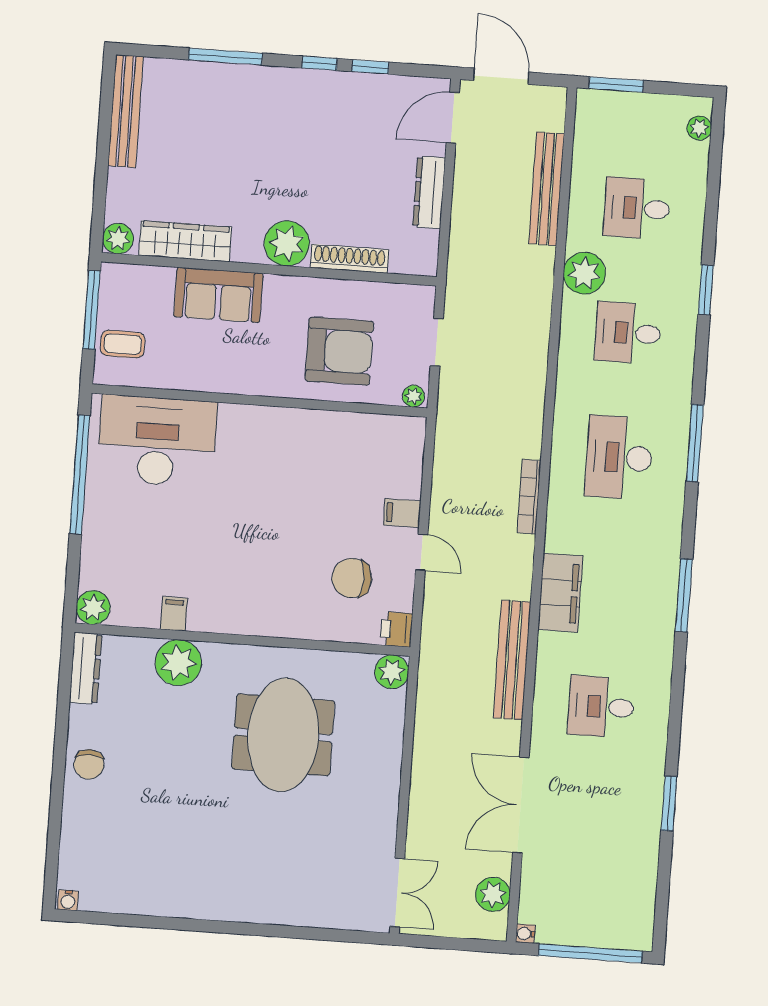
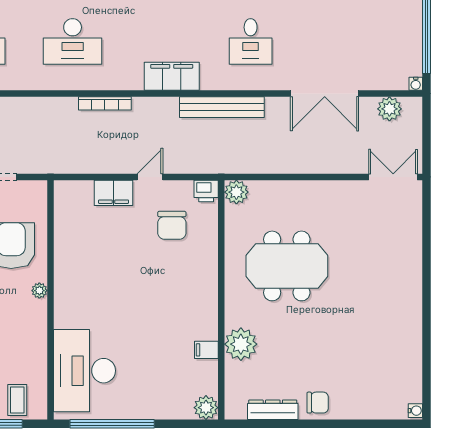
plant: (414, 396) -> (39, 291), moved
filing cabinet: (402, 513) -> (114, 193), width x2.00
dresser: (86, 668) -> (273, 410), moved

